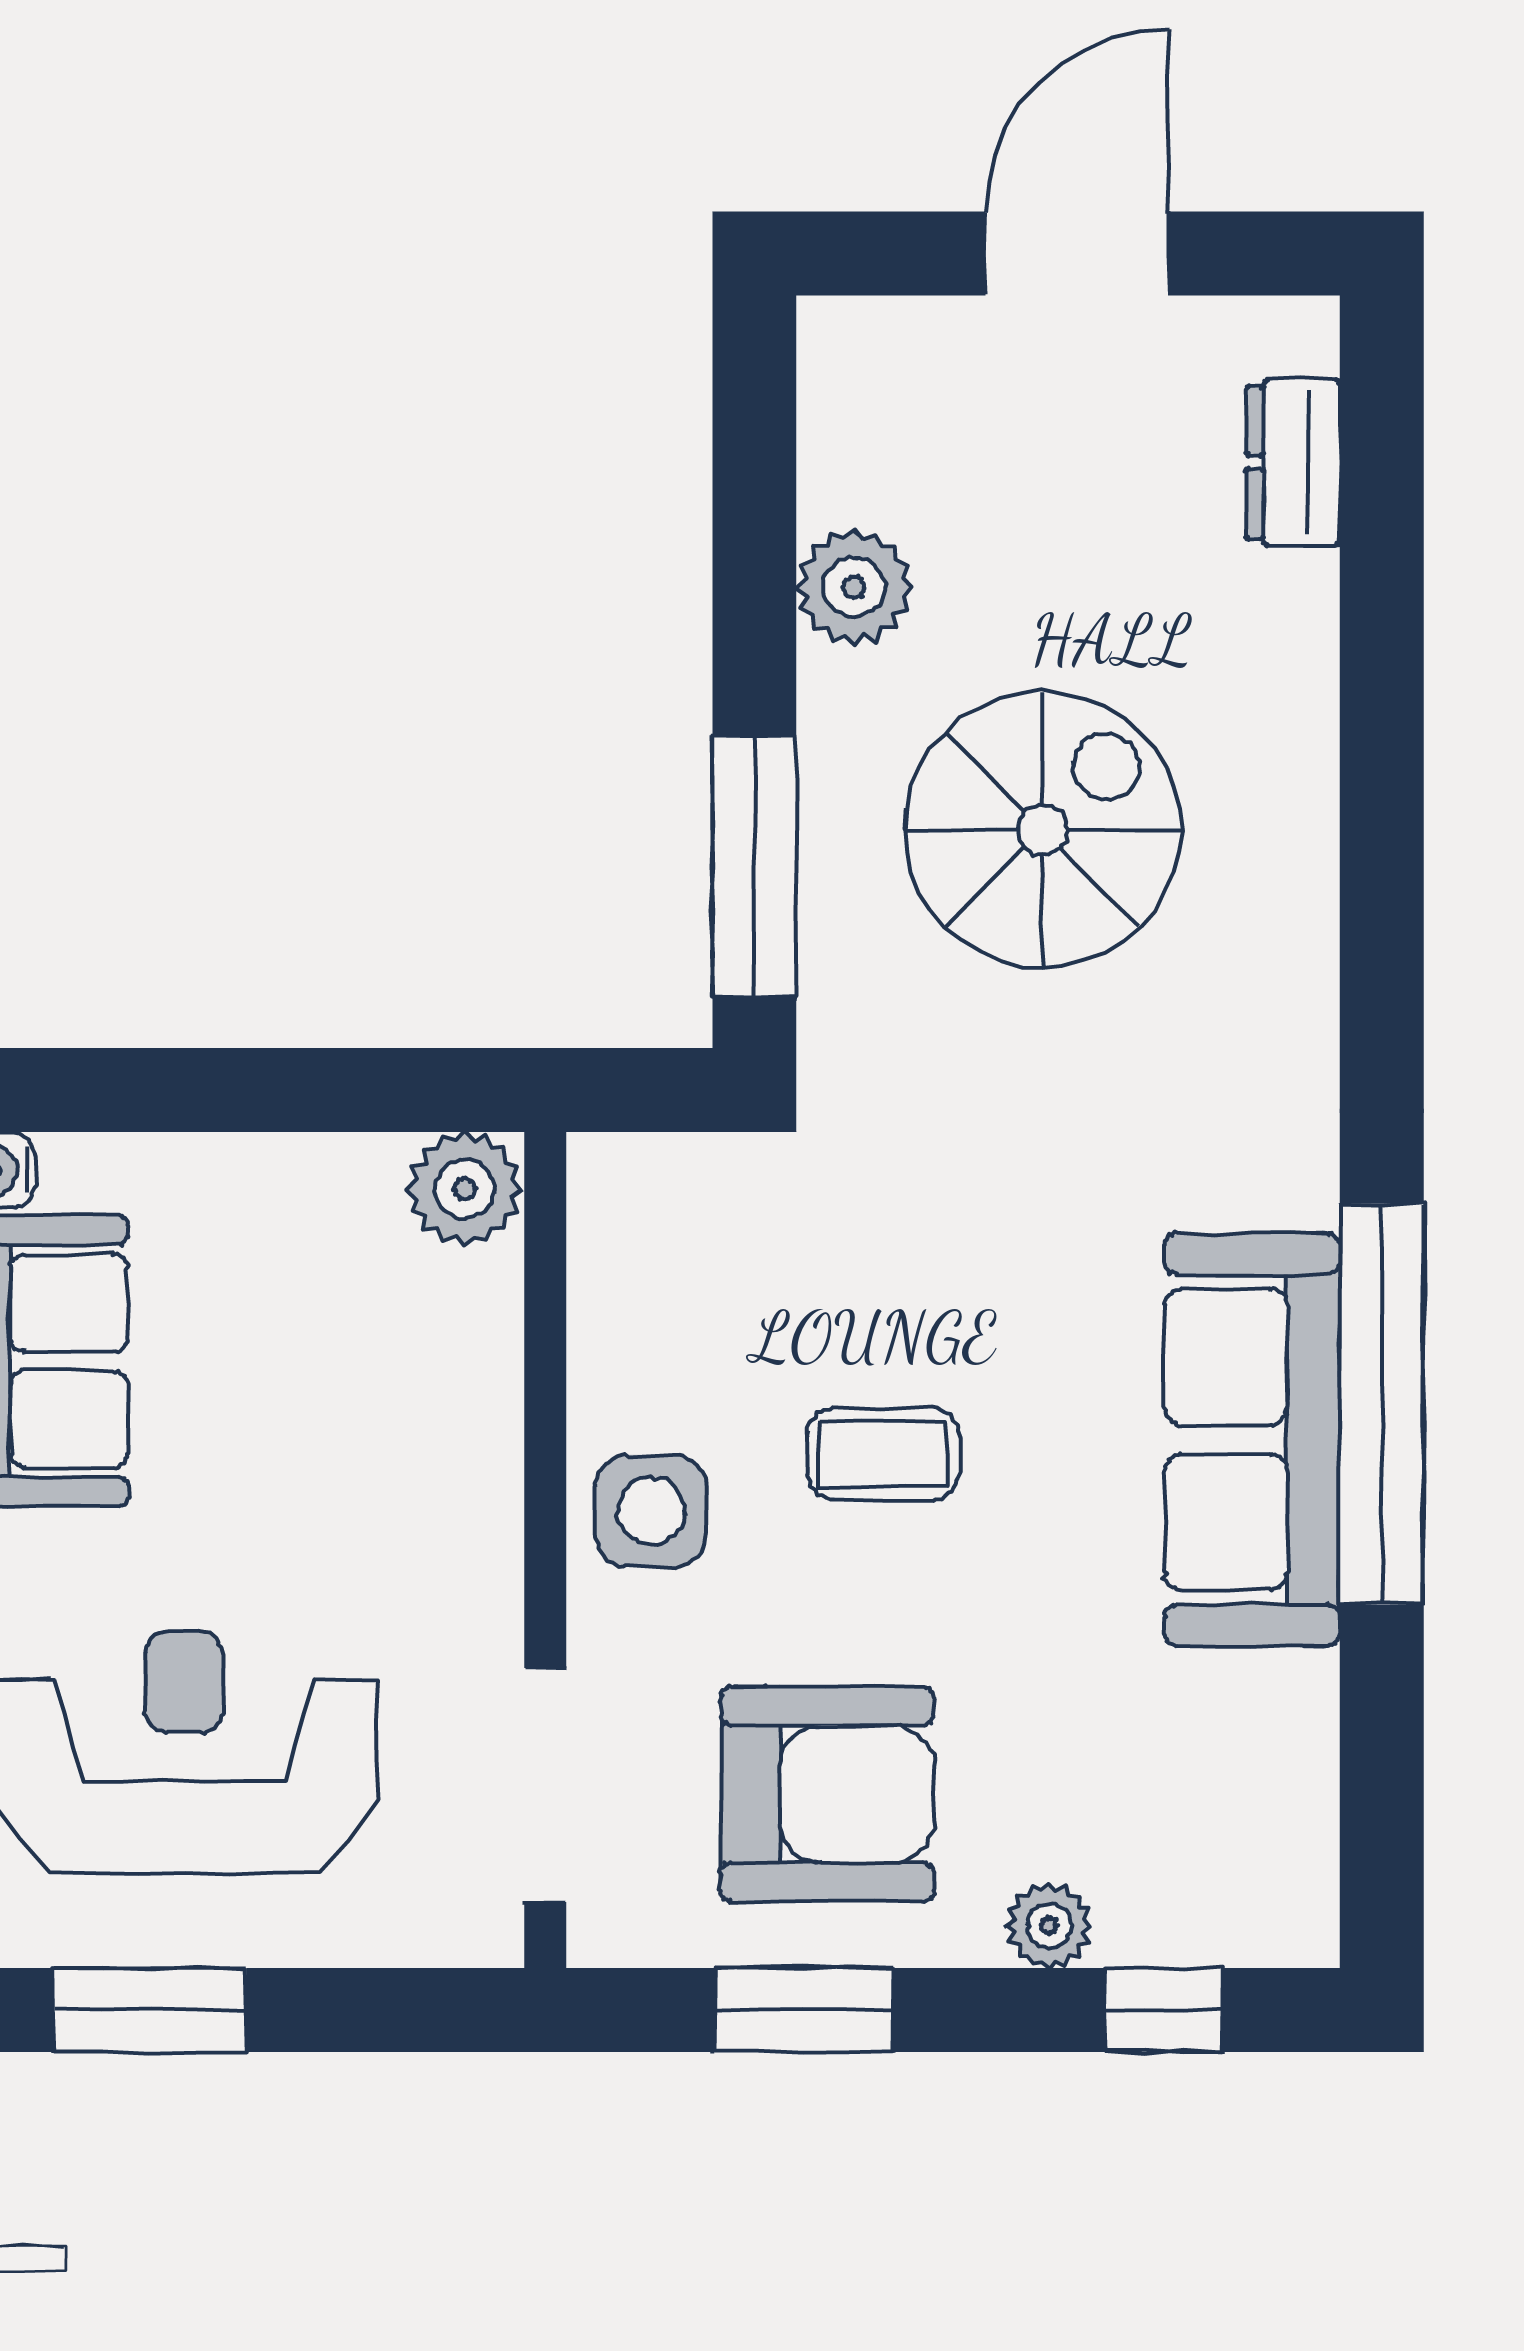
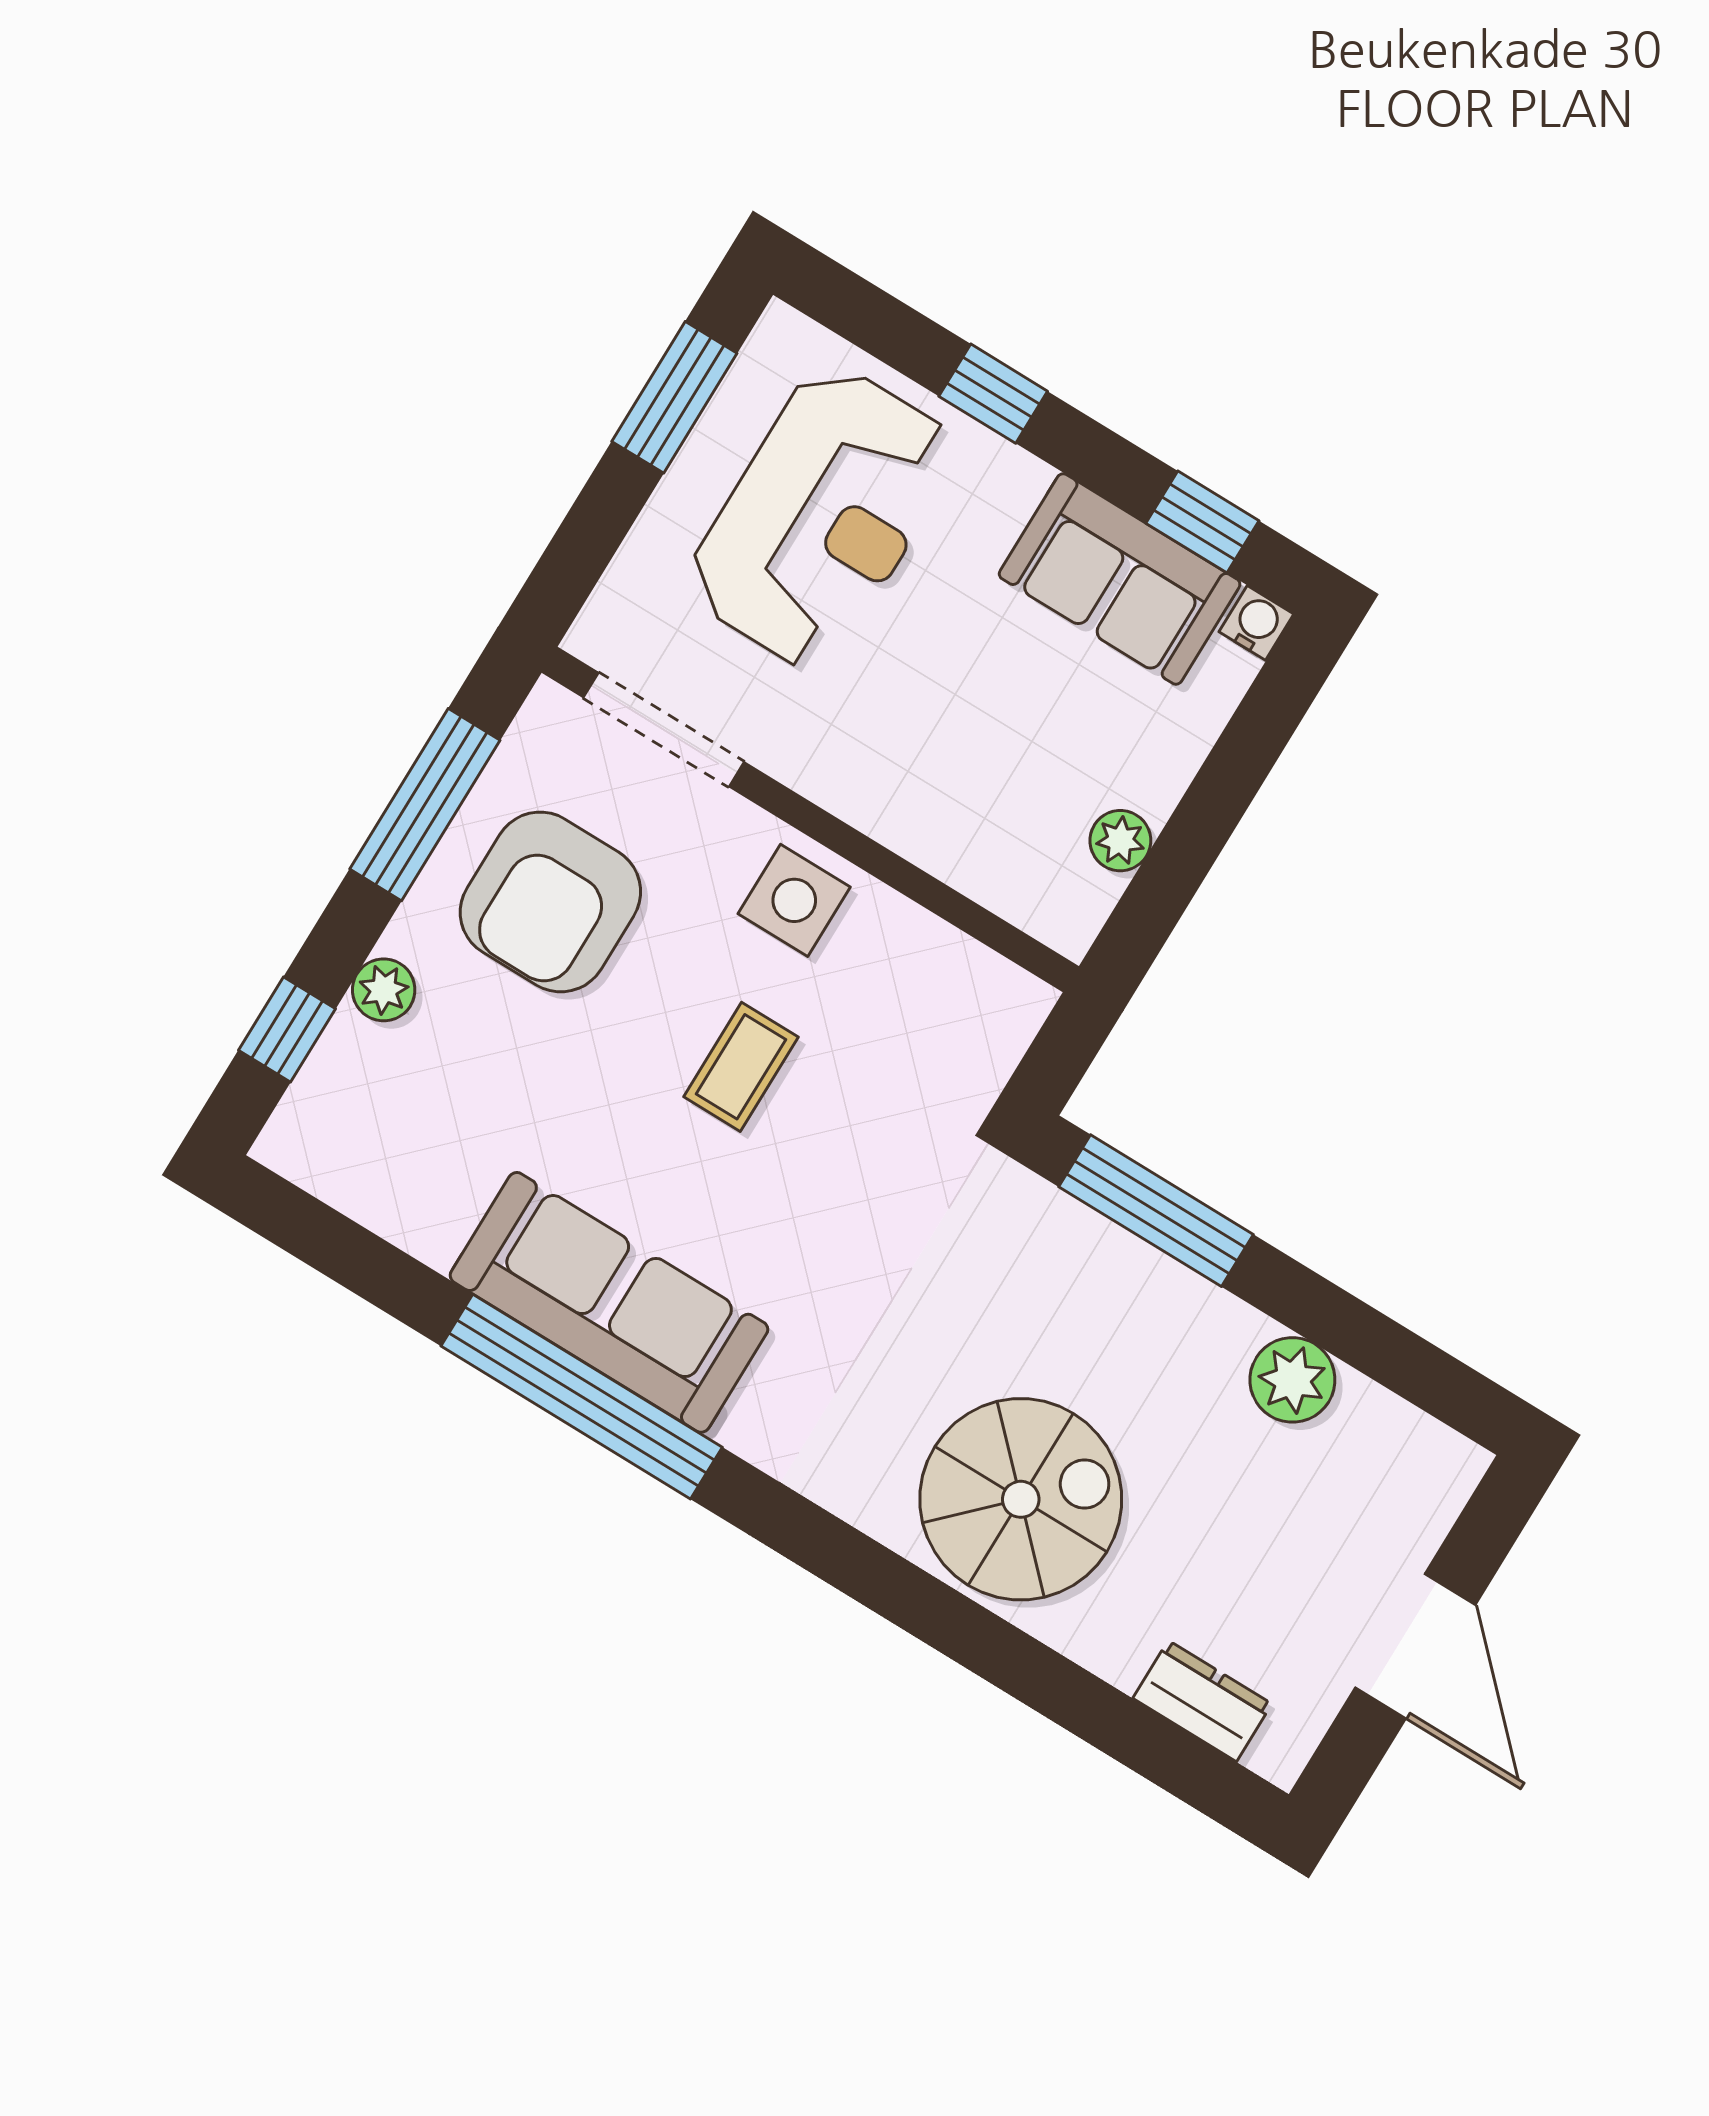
spiral stairs: (1043, 830) -> (1021, 1499), moved, turned -90
plant: (465, 1189) -> (1120, 841), moved, width x0.73, depth x0.73
window: (803, 2010) -> (425, 805), width x1.44

